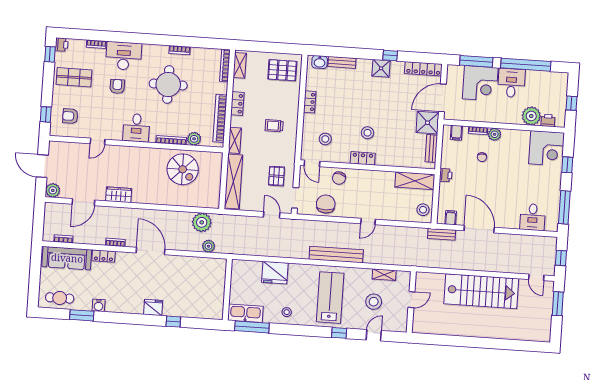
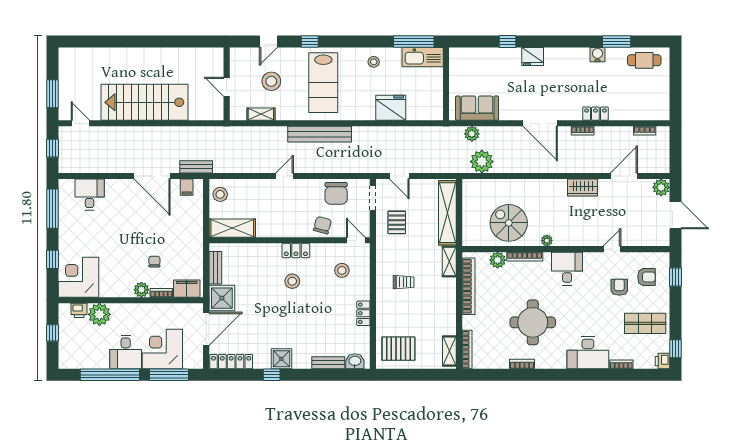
armchair: (117, 86) -> (619, 287), moved, turned 180
locker: (237, 104) -> (449, 305), removed
filing cabinet: (456, 133) -> (187, 289), width x2.00
plant: (152, 152) -> (547, 241), added
printer: (446, 175) -> (196, 237), removed
sofa: (67, 258) -> (477, 108), moved, width x0.73
door: (411, 300) -> (227, 87), hinge flipped

